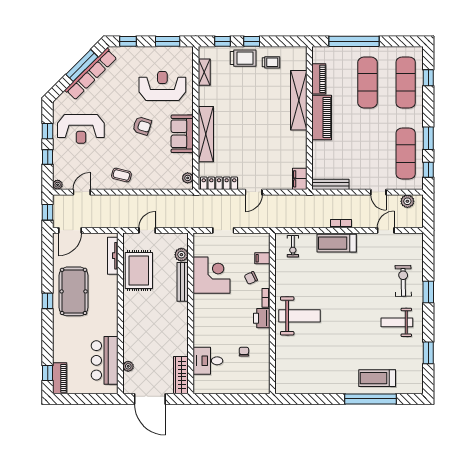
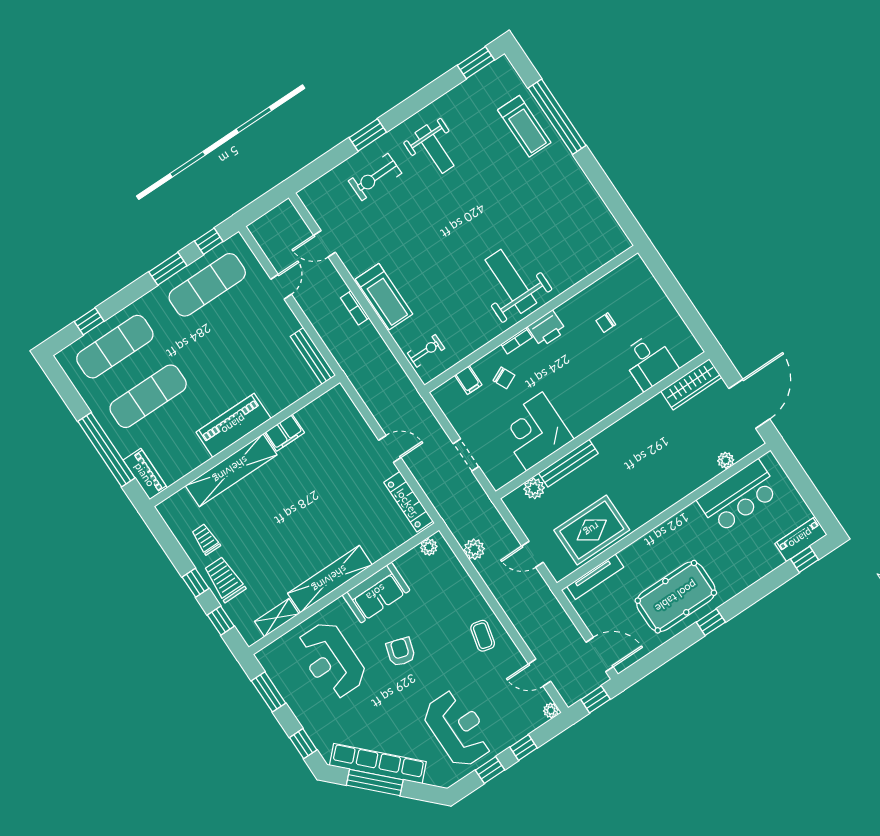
piano: (319, 79) -> (145, 474), moved, turned 90
shelving: (206, 134) -> (330, 579), moved
filing cabinet: (300, 179) -> (284, 433), moved
plant: (407, 201) -> (474, 549), moved
window: (428, 353) -> (476, 63), moved

